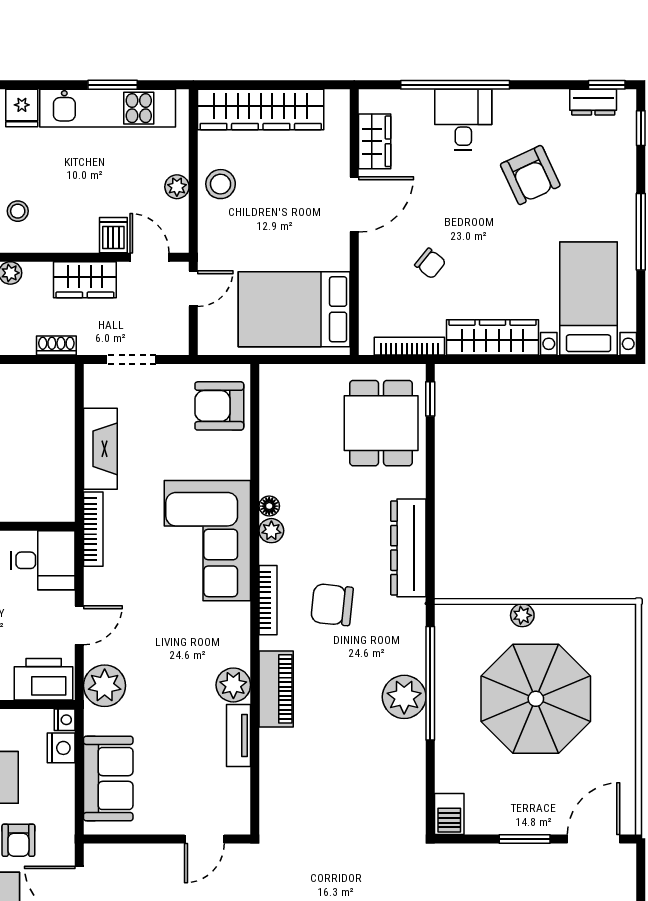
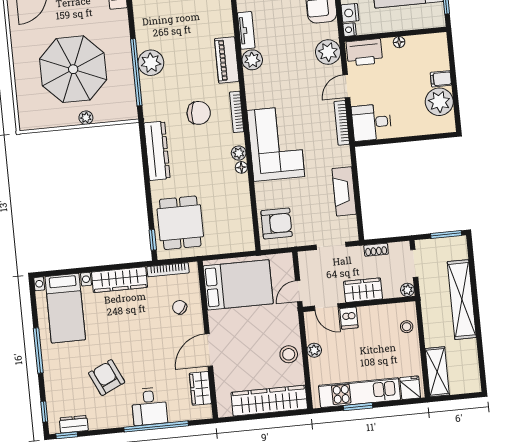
chair: (430, 263) -> (180, 307), moved
bookcase: (93, 529) -> (342, 123), moved

